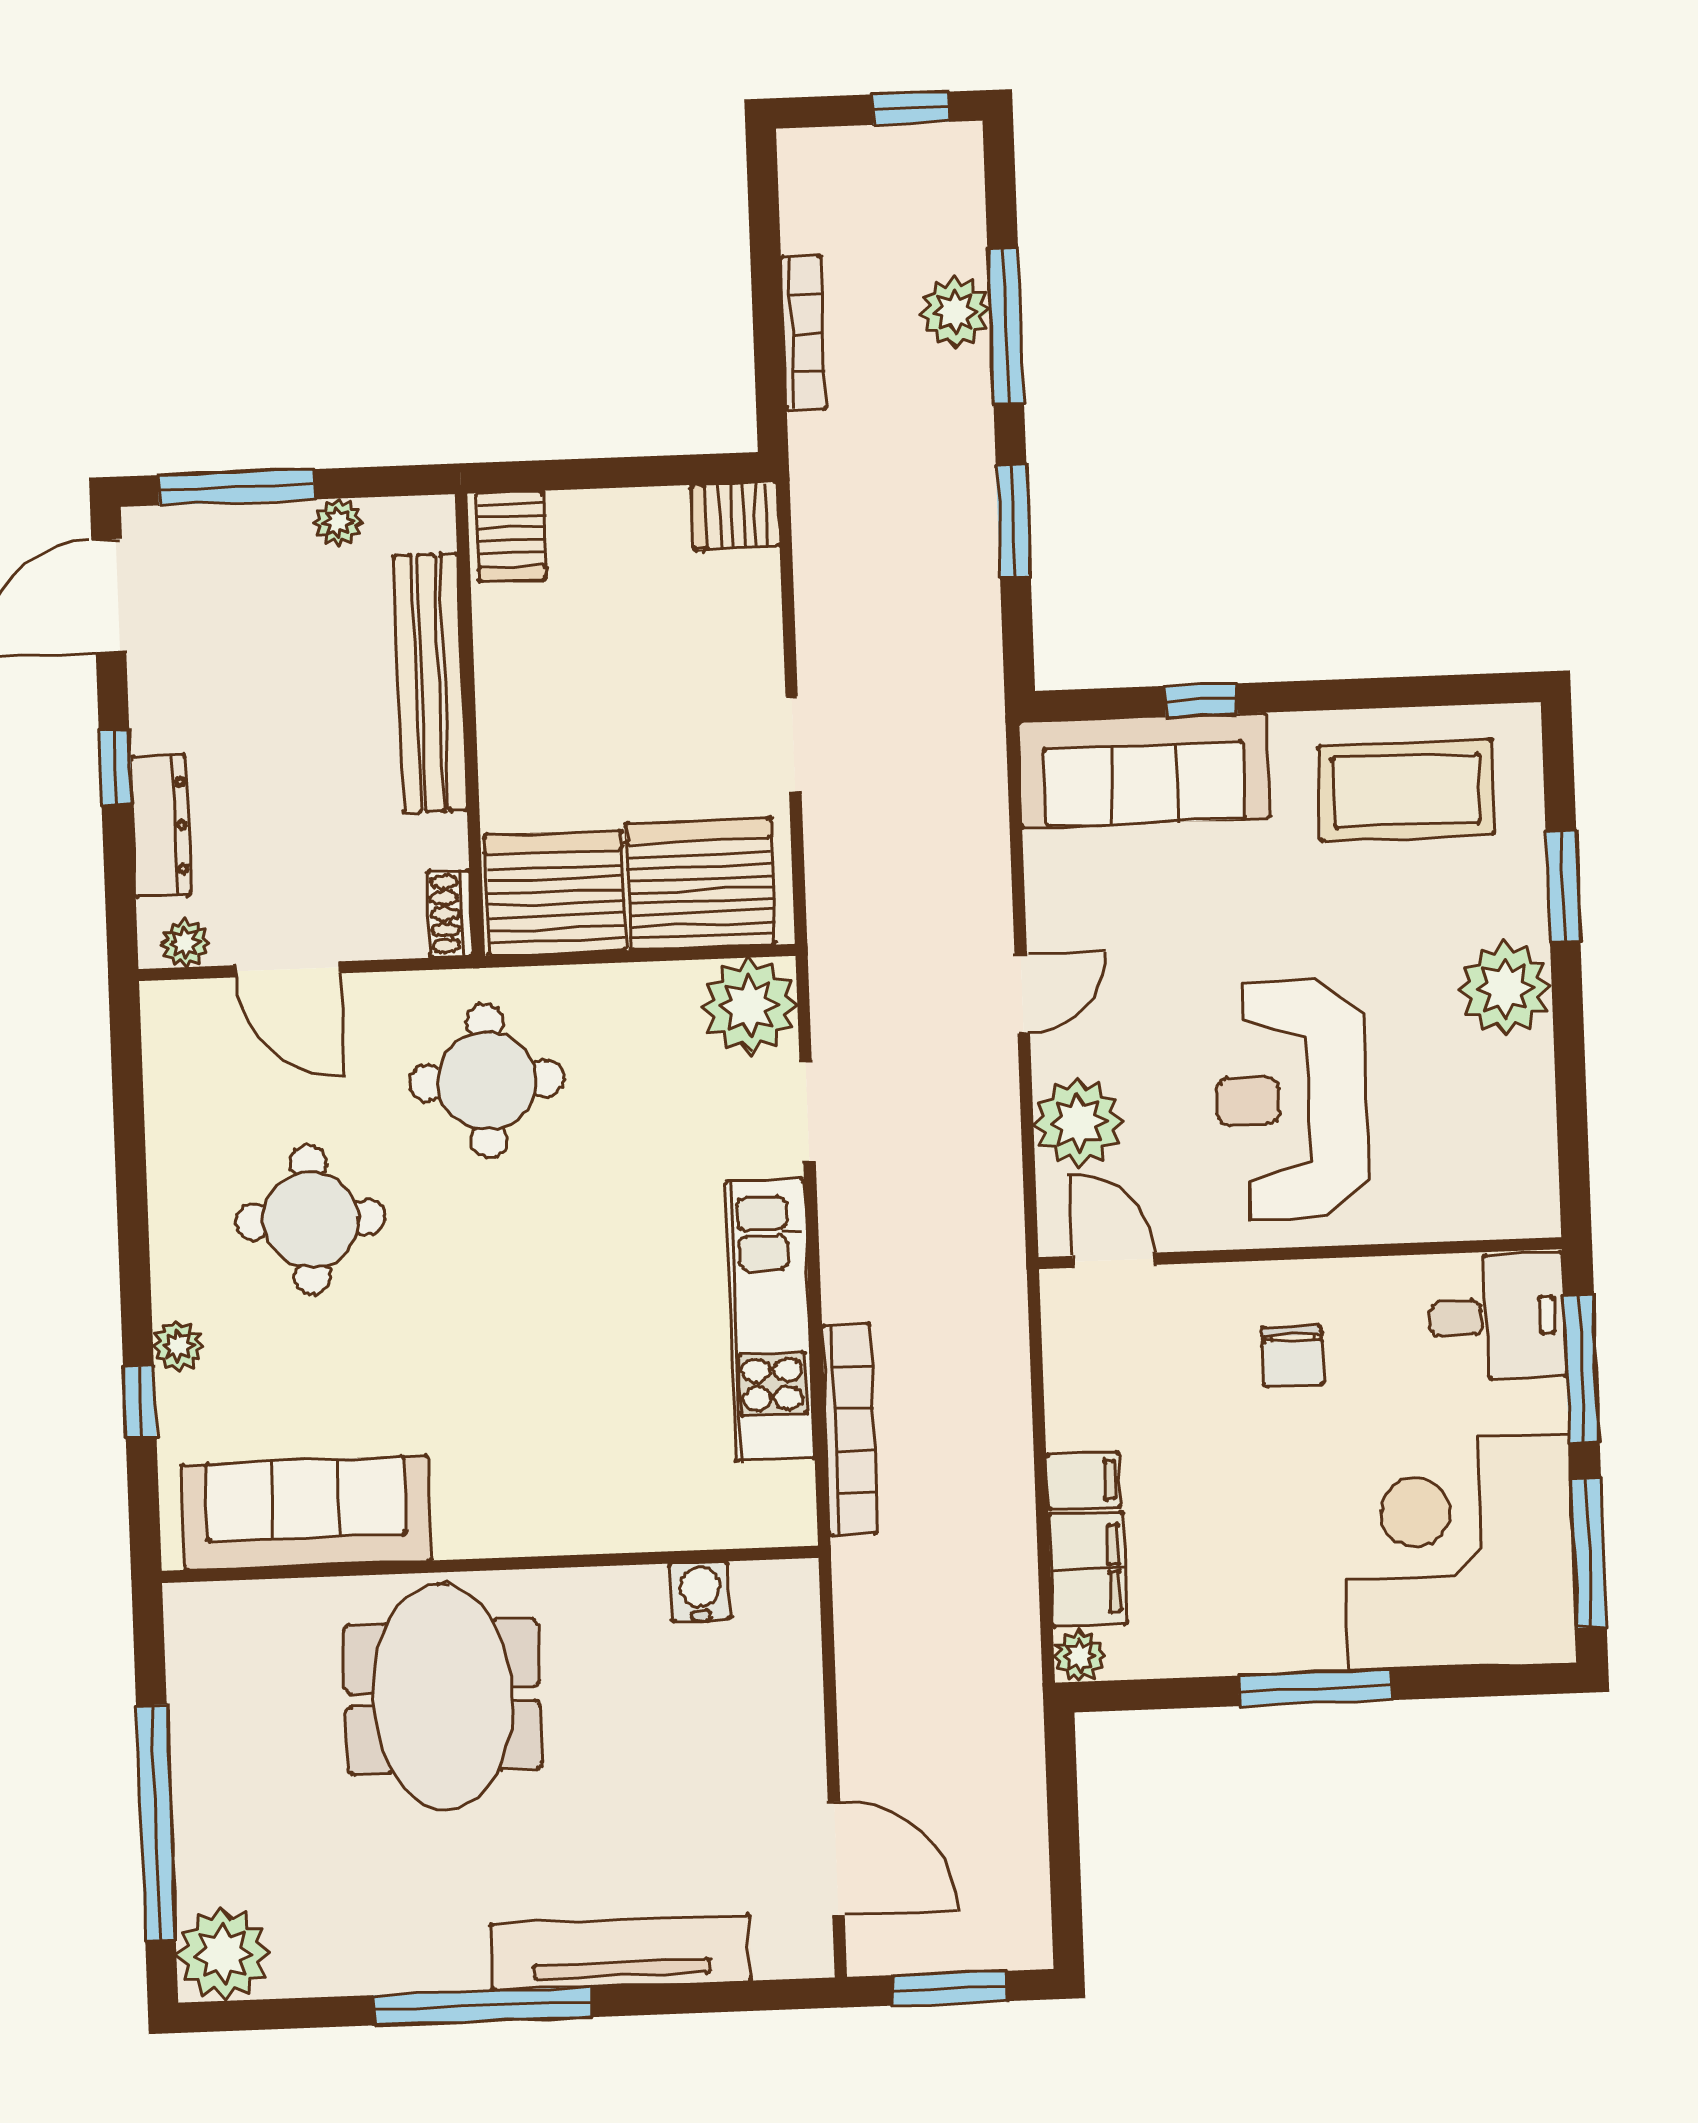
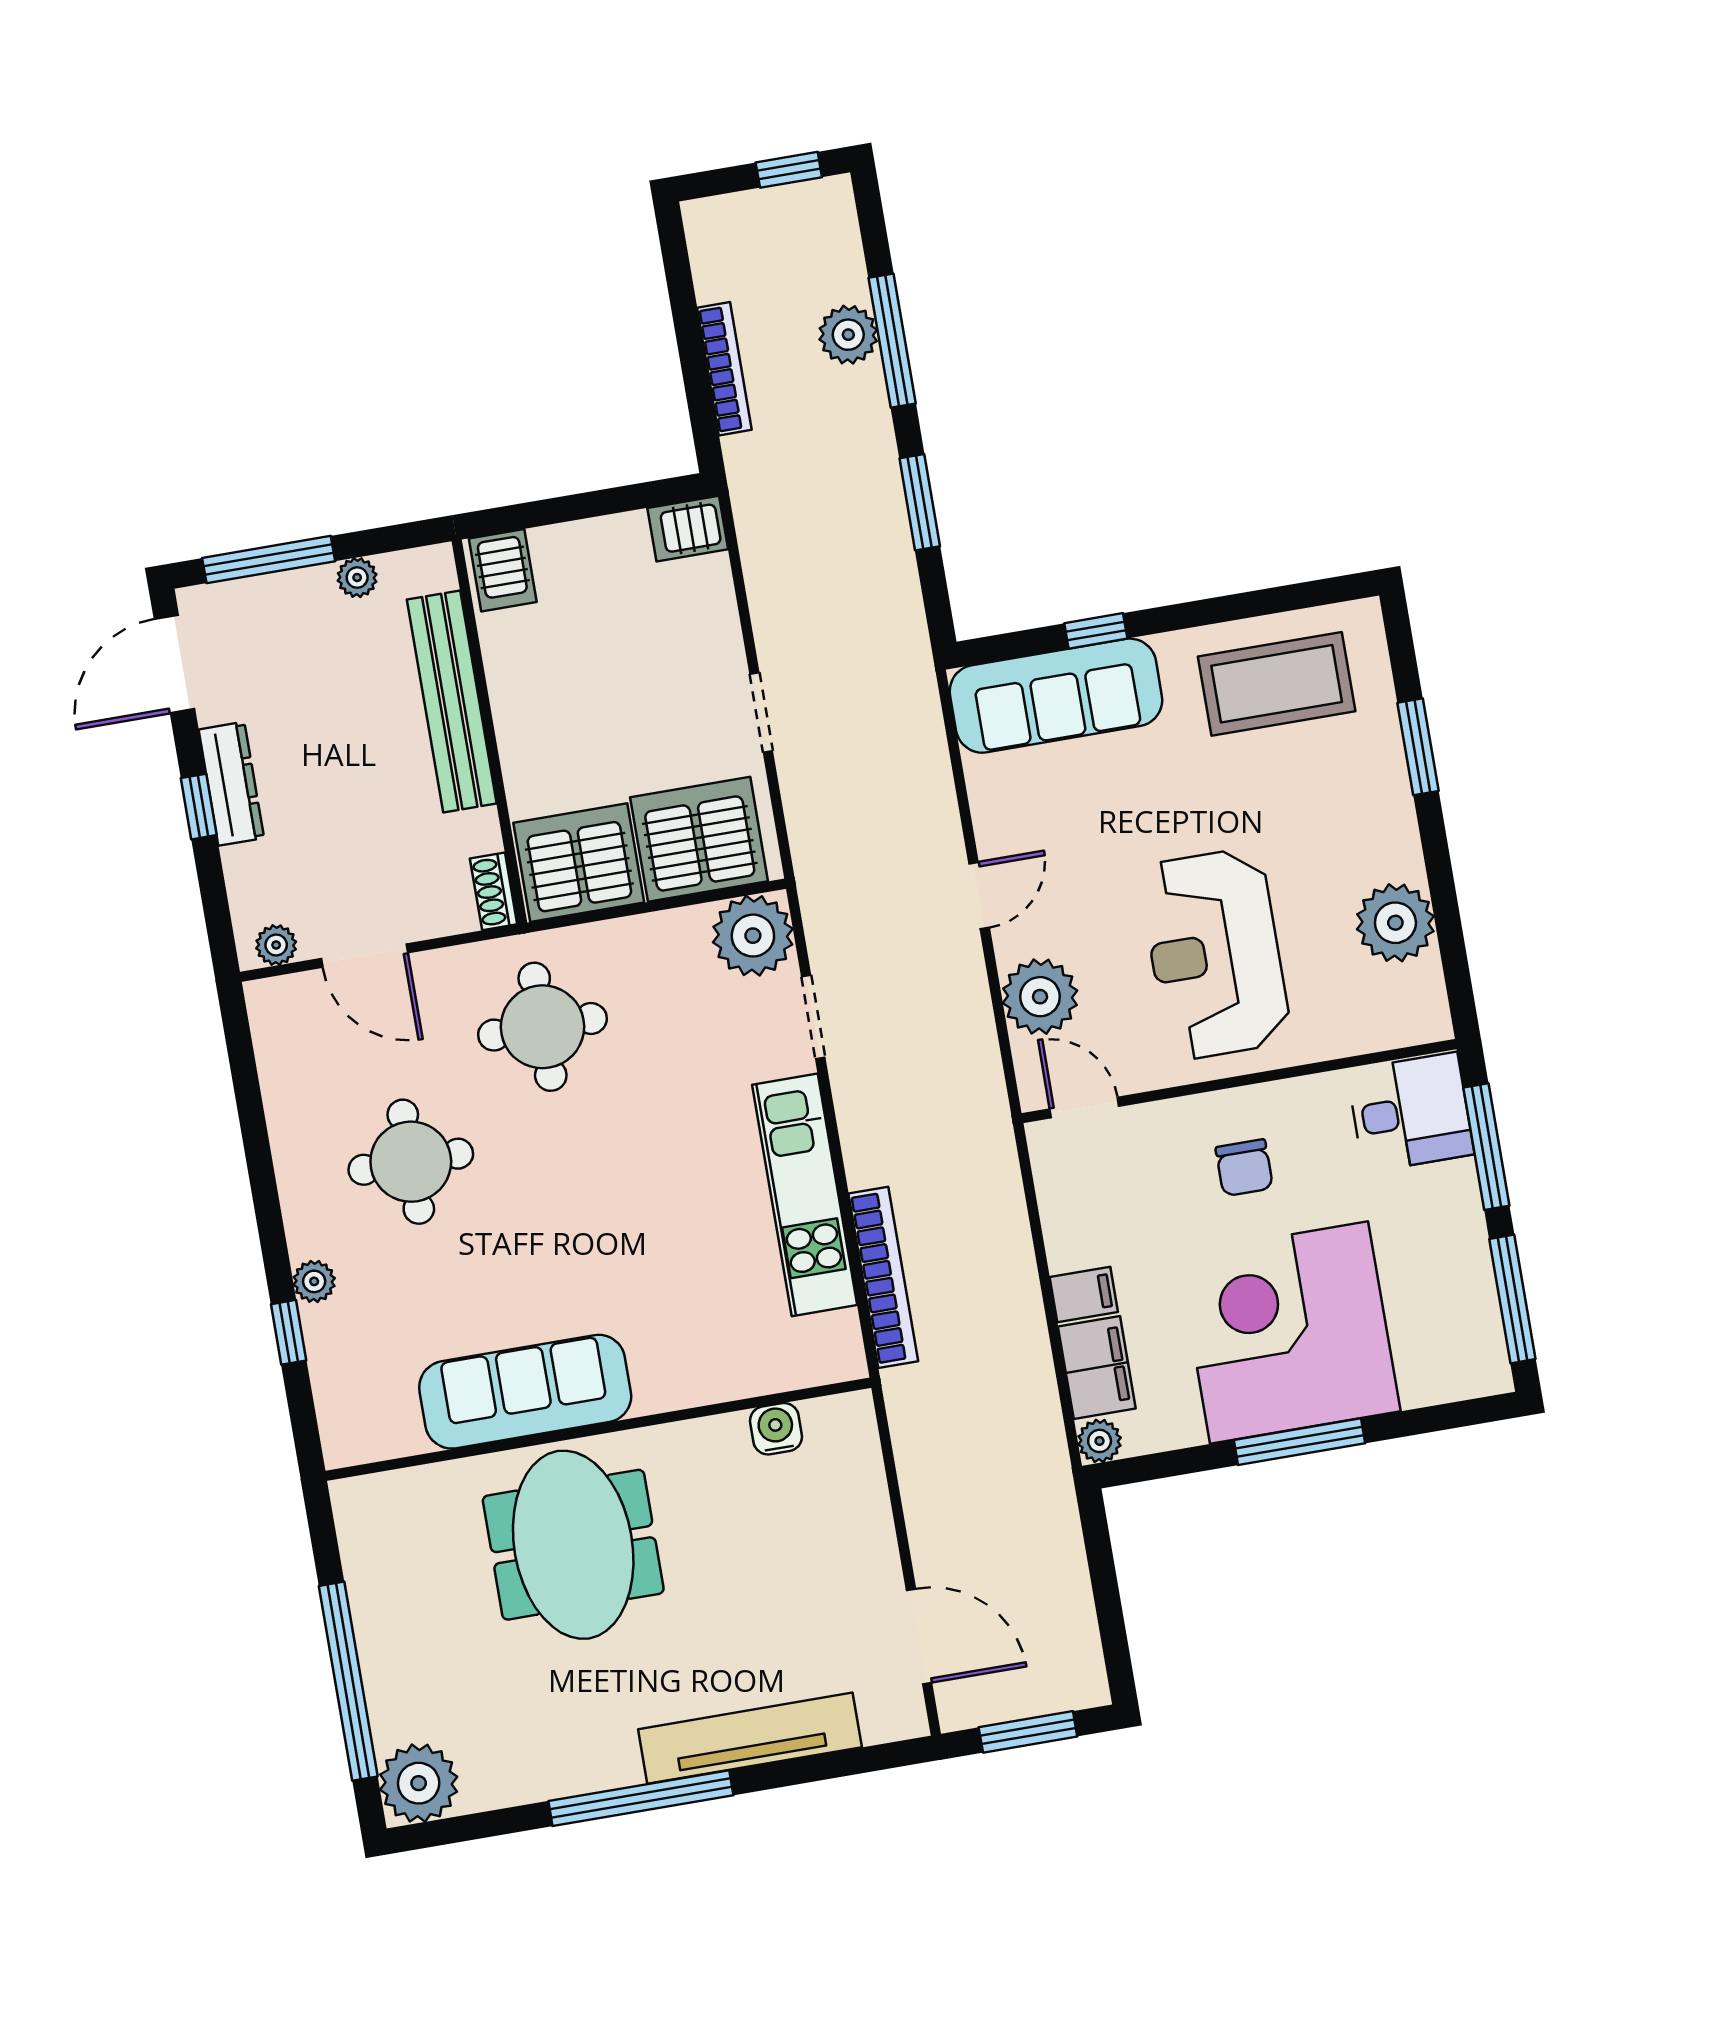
dresser: (160, 826) -> (231, 784), moved
plant: (1505, 989) -> (1395, 923), moved
sofa: (306, 1513) -> (525, 1392), moved
corner desk: (1458, 1552) -> (1289, 1333), moved

